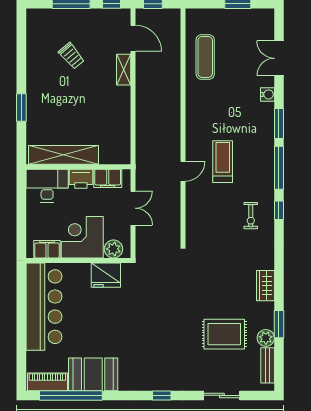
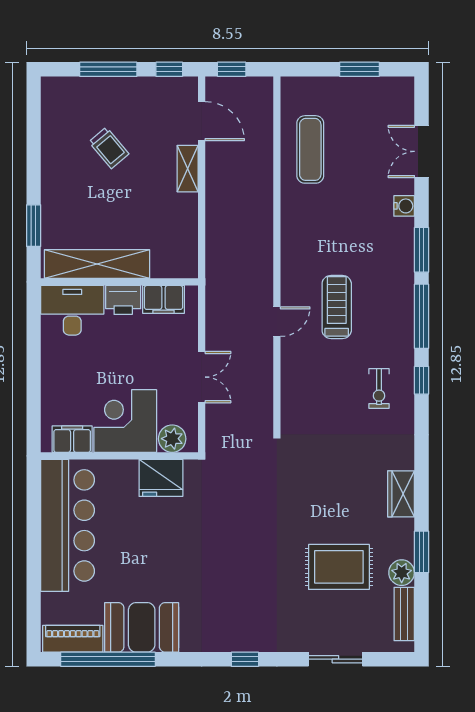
shelving: (64, 155) -> (97, 264), moved
wall: (78, 167) -> (119, 282), moved
filing cabinet: (108, 178) -> (164, 299), moved
printer: (81, 179) -> (123, 300), moved
desk: (47, 186) -> (72, 310), moved

